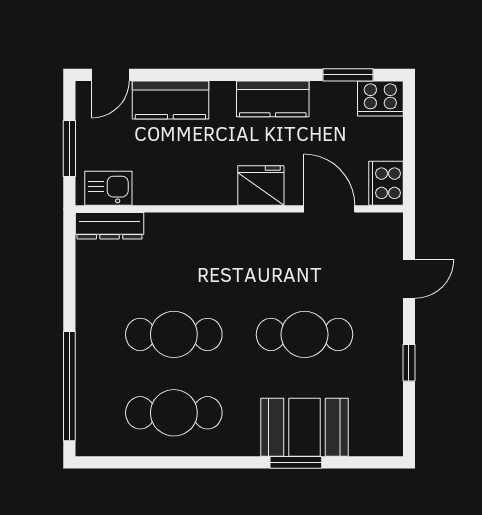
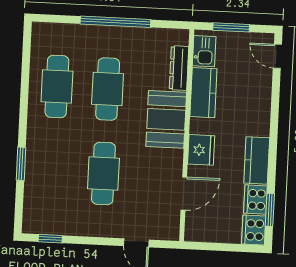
kitchen counter: (170, 100) -> (203, 93), moved, turned 180
cooker: (386, 183) -> (255, 200), moved, turned -90
dresser: (110, 226) -> (179, 68), moved
window: (409, 363) -> (50, 239), moved
window: (69, 386) -> (115, 22), moved
booth: (304, 427) -> (166, 119), moved

